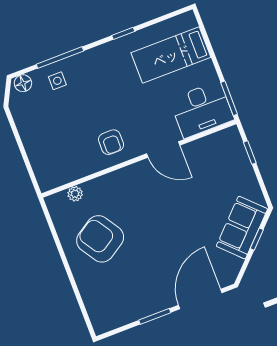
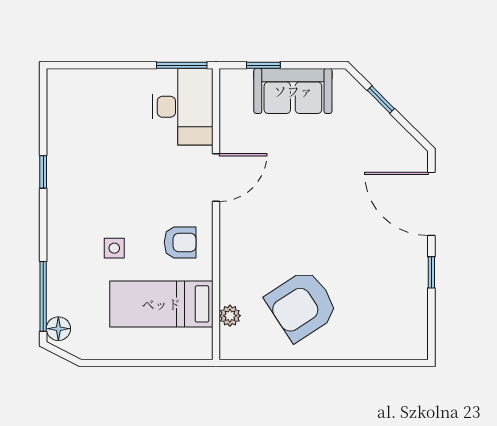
bed: (171, 55) -> (161, 304), moved, turned 90
window: (60, 58) -> (43, 296), moved
side table: (57, 81) -> (114, 248), moved
sofa: (242, 228) -> (293, 91), moved, turned -45
window: (155, 316) -> (431, 272), width x0.67

